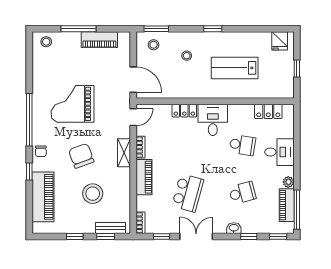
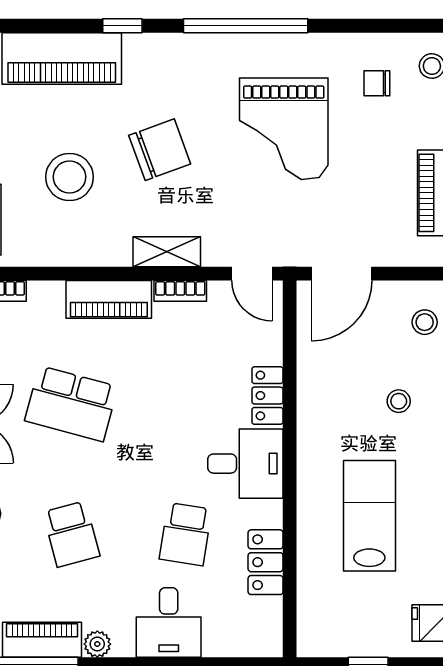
grand piano: (72, 104) -> (284, 129), turned 180
locker: (268, 111) -> (266, 562), moved
chair: (41, 151) -> (377, 83), moved

